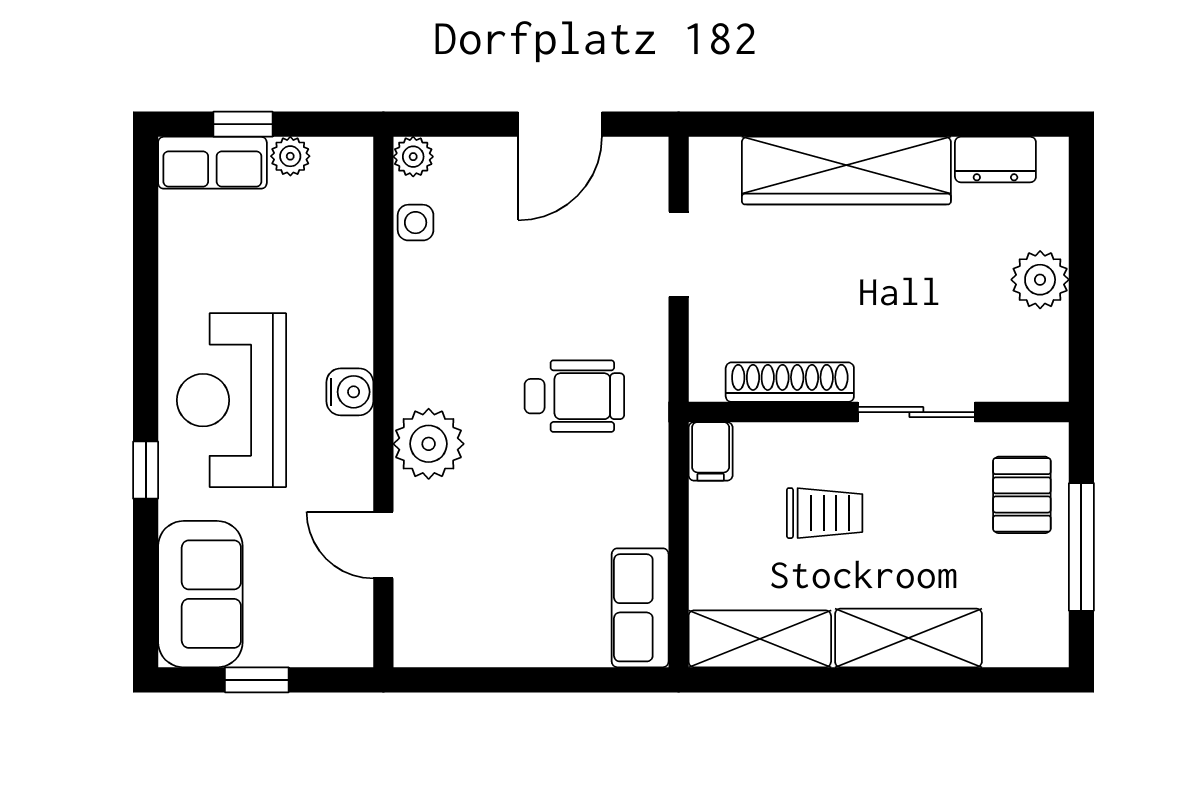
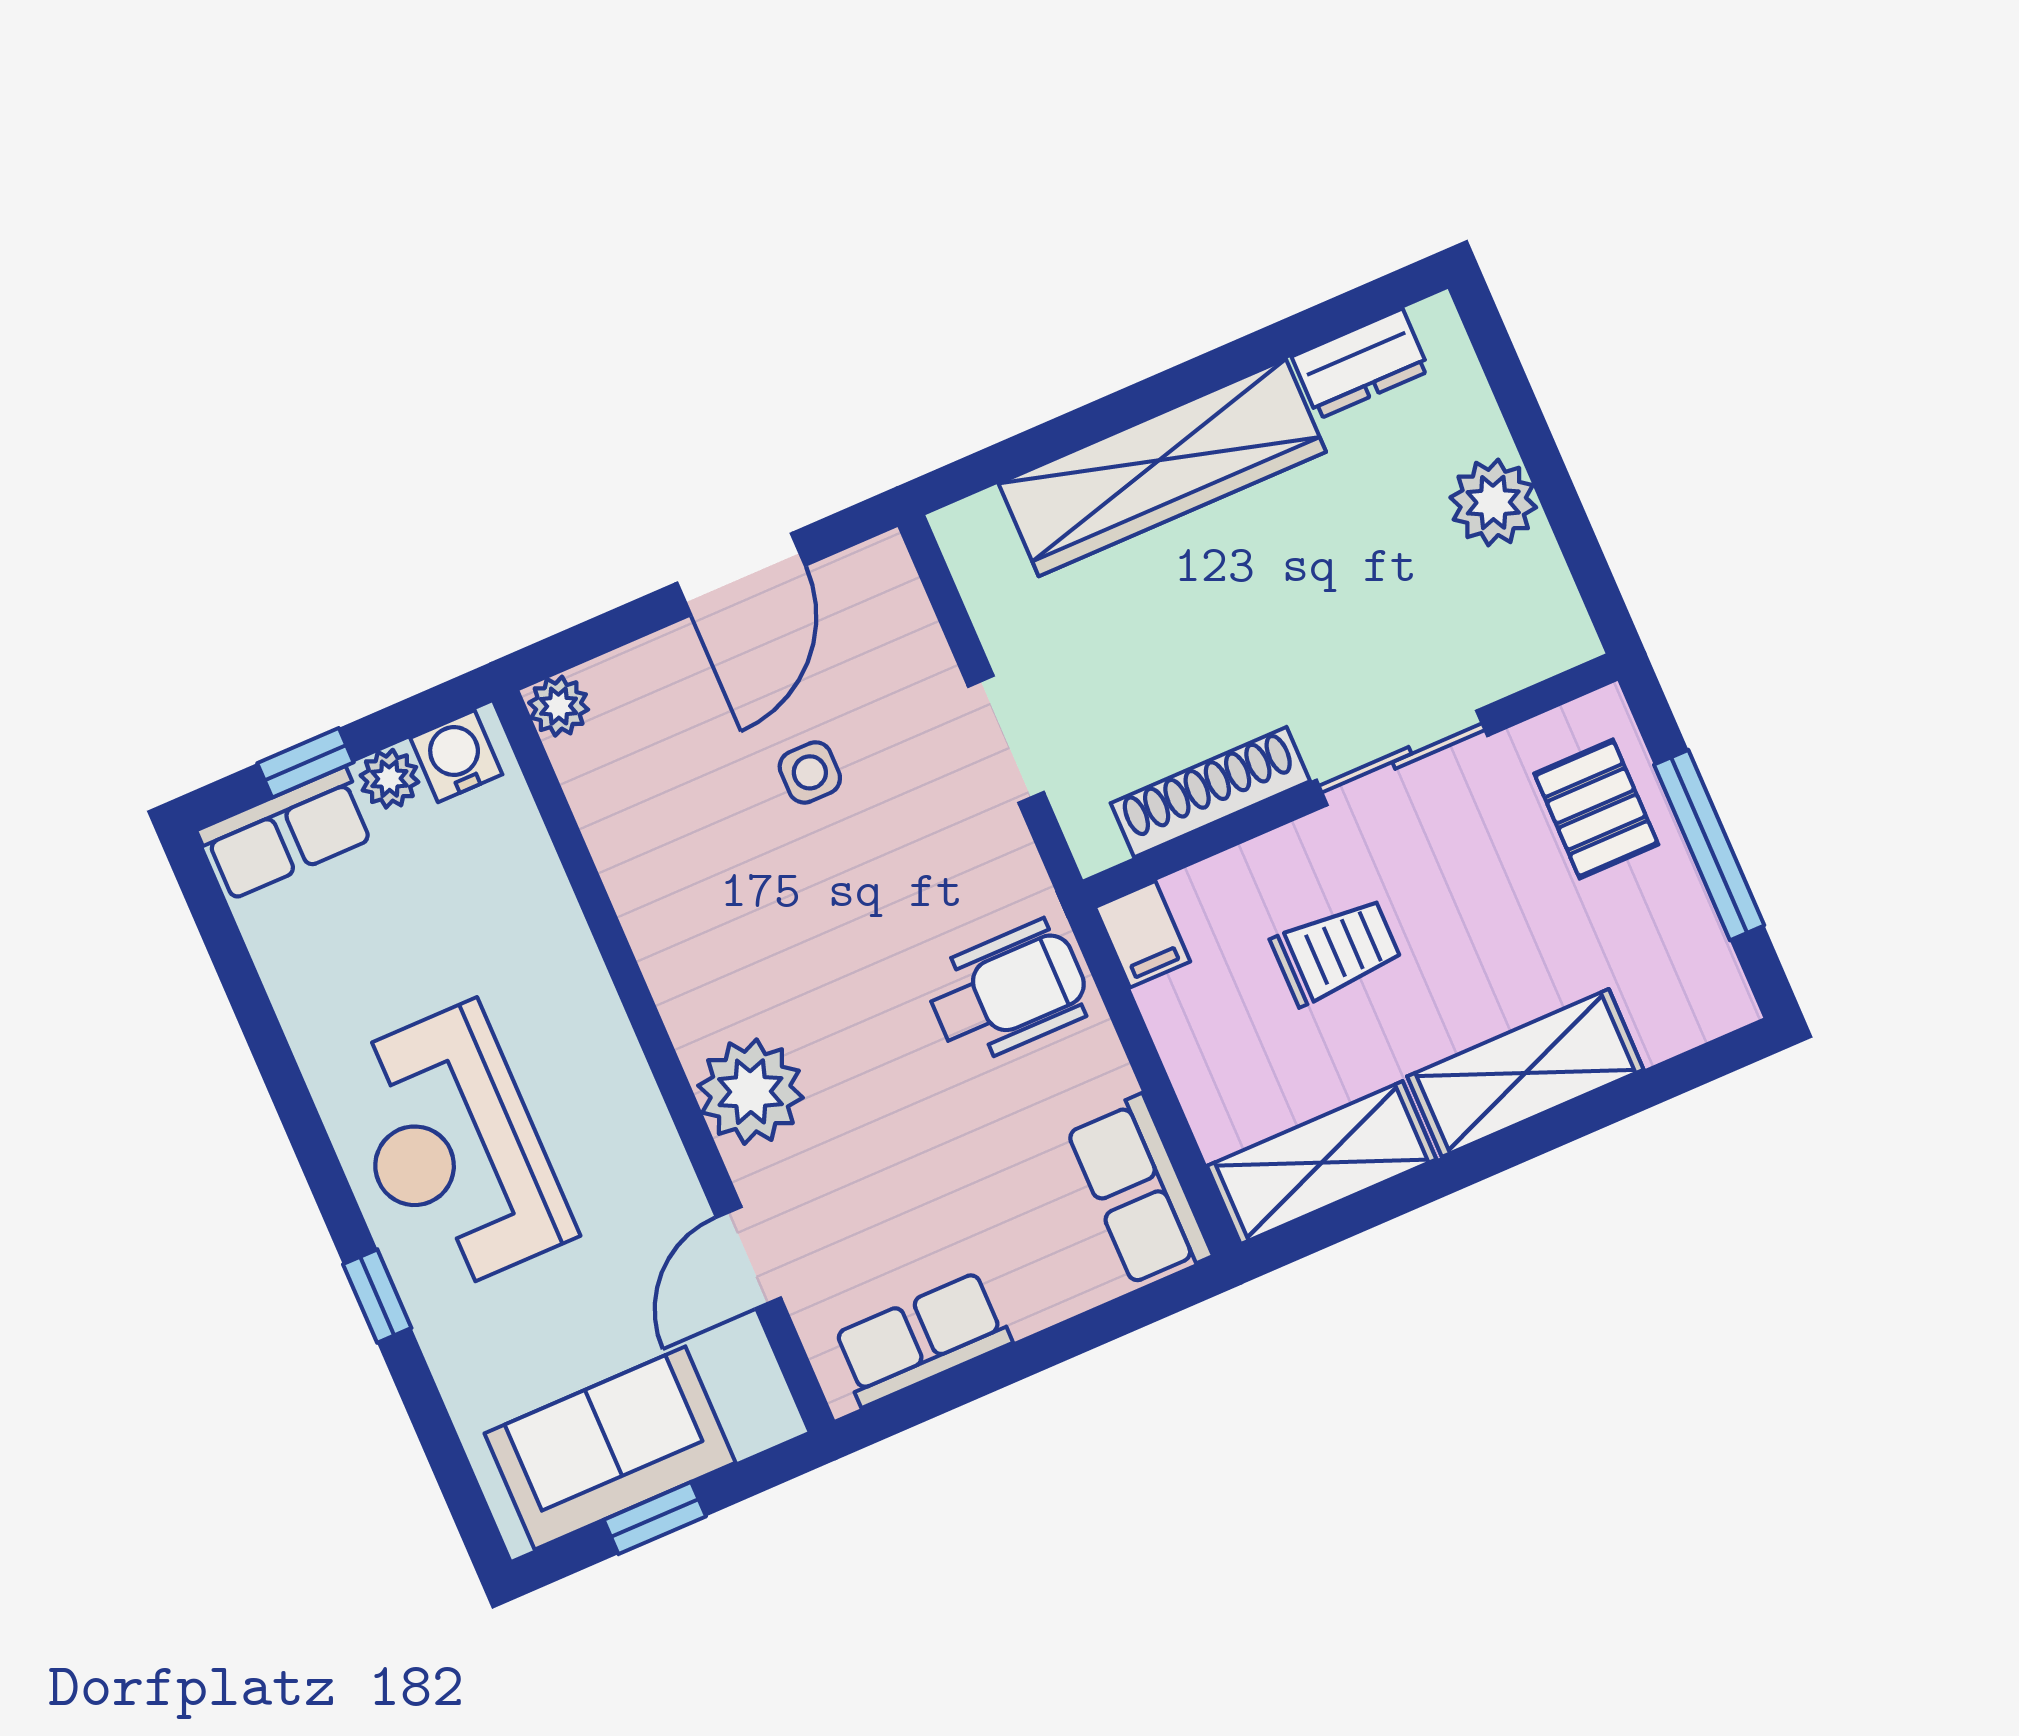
side table: (416, 223) -> (810, 772), moved
doorway: (679, 254) -> (1006, 739), moved
water cooler: (350, 392) -> (456, 756), moved, turned -90
wheelchair: (574, 396) -> (1008, 992), moved
door: (383, 545) -> (748, 1258), hinge flipped
sofa: (200, 594) -> (610, 1448), moved, turned -90
row of seats: (468, 641) -> (922, 1339), added

